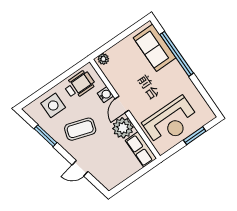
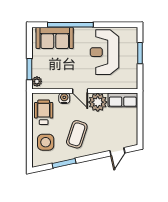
window: (110, 44) -> (29, 69), added
reception desk: (171, 121) -> (104, 52), moved, turned 180
door: (80, 168) -> (117, 152), moved

